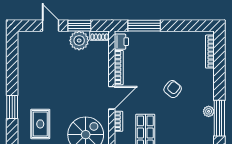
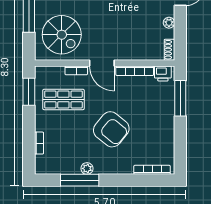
window: (79, 26) -> (180, 28), removed
plant: (79, 41) -> (169, 23), width x0.53, depth x0.53
armchair: (173, 89) -> (111, 129), width x1.88, depth x1.88

